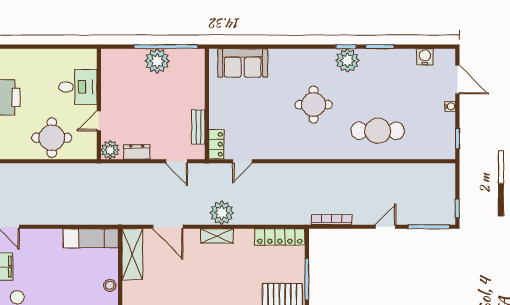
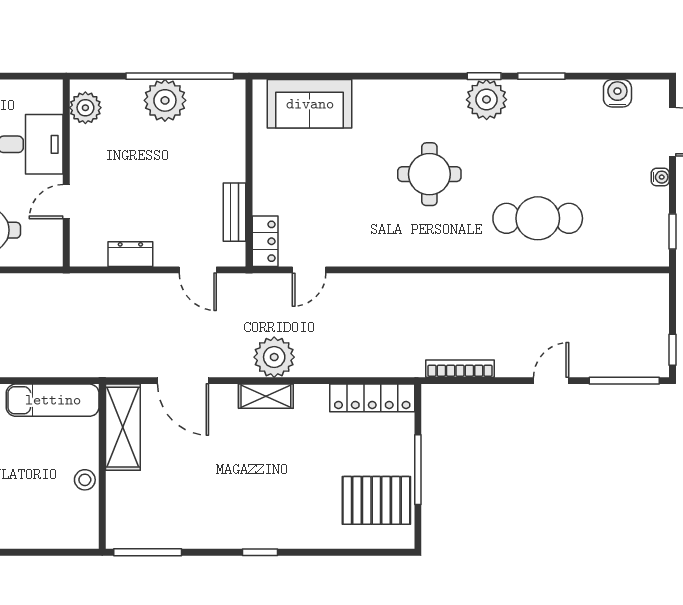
plant: (110, 150) -> (85, 108), moved

